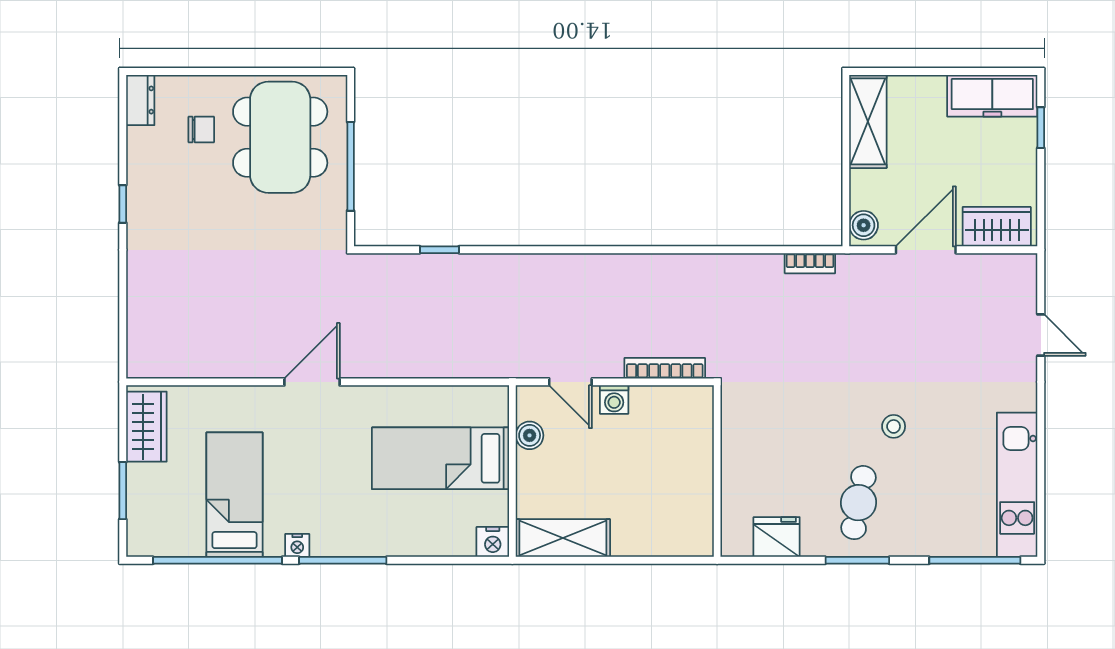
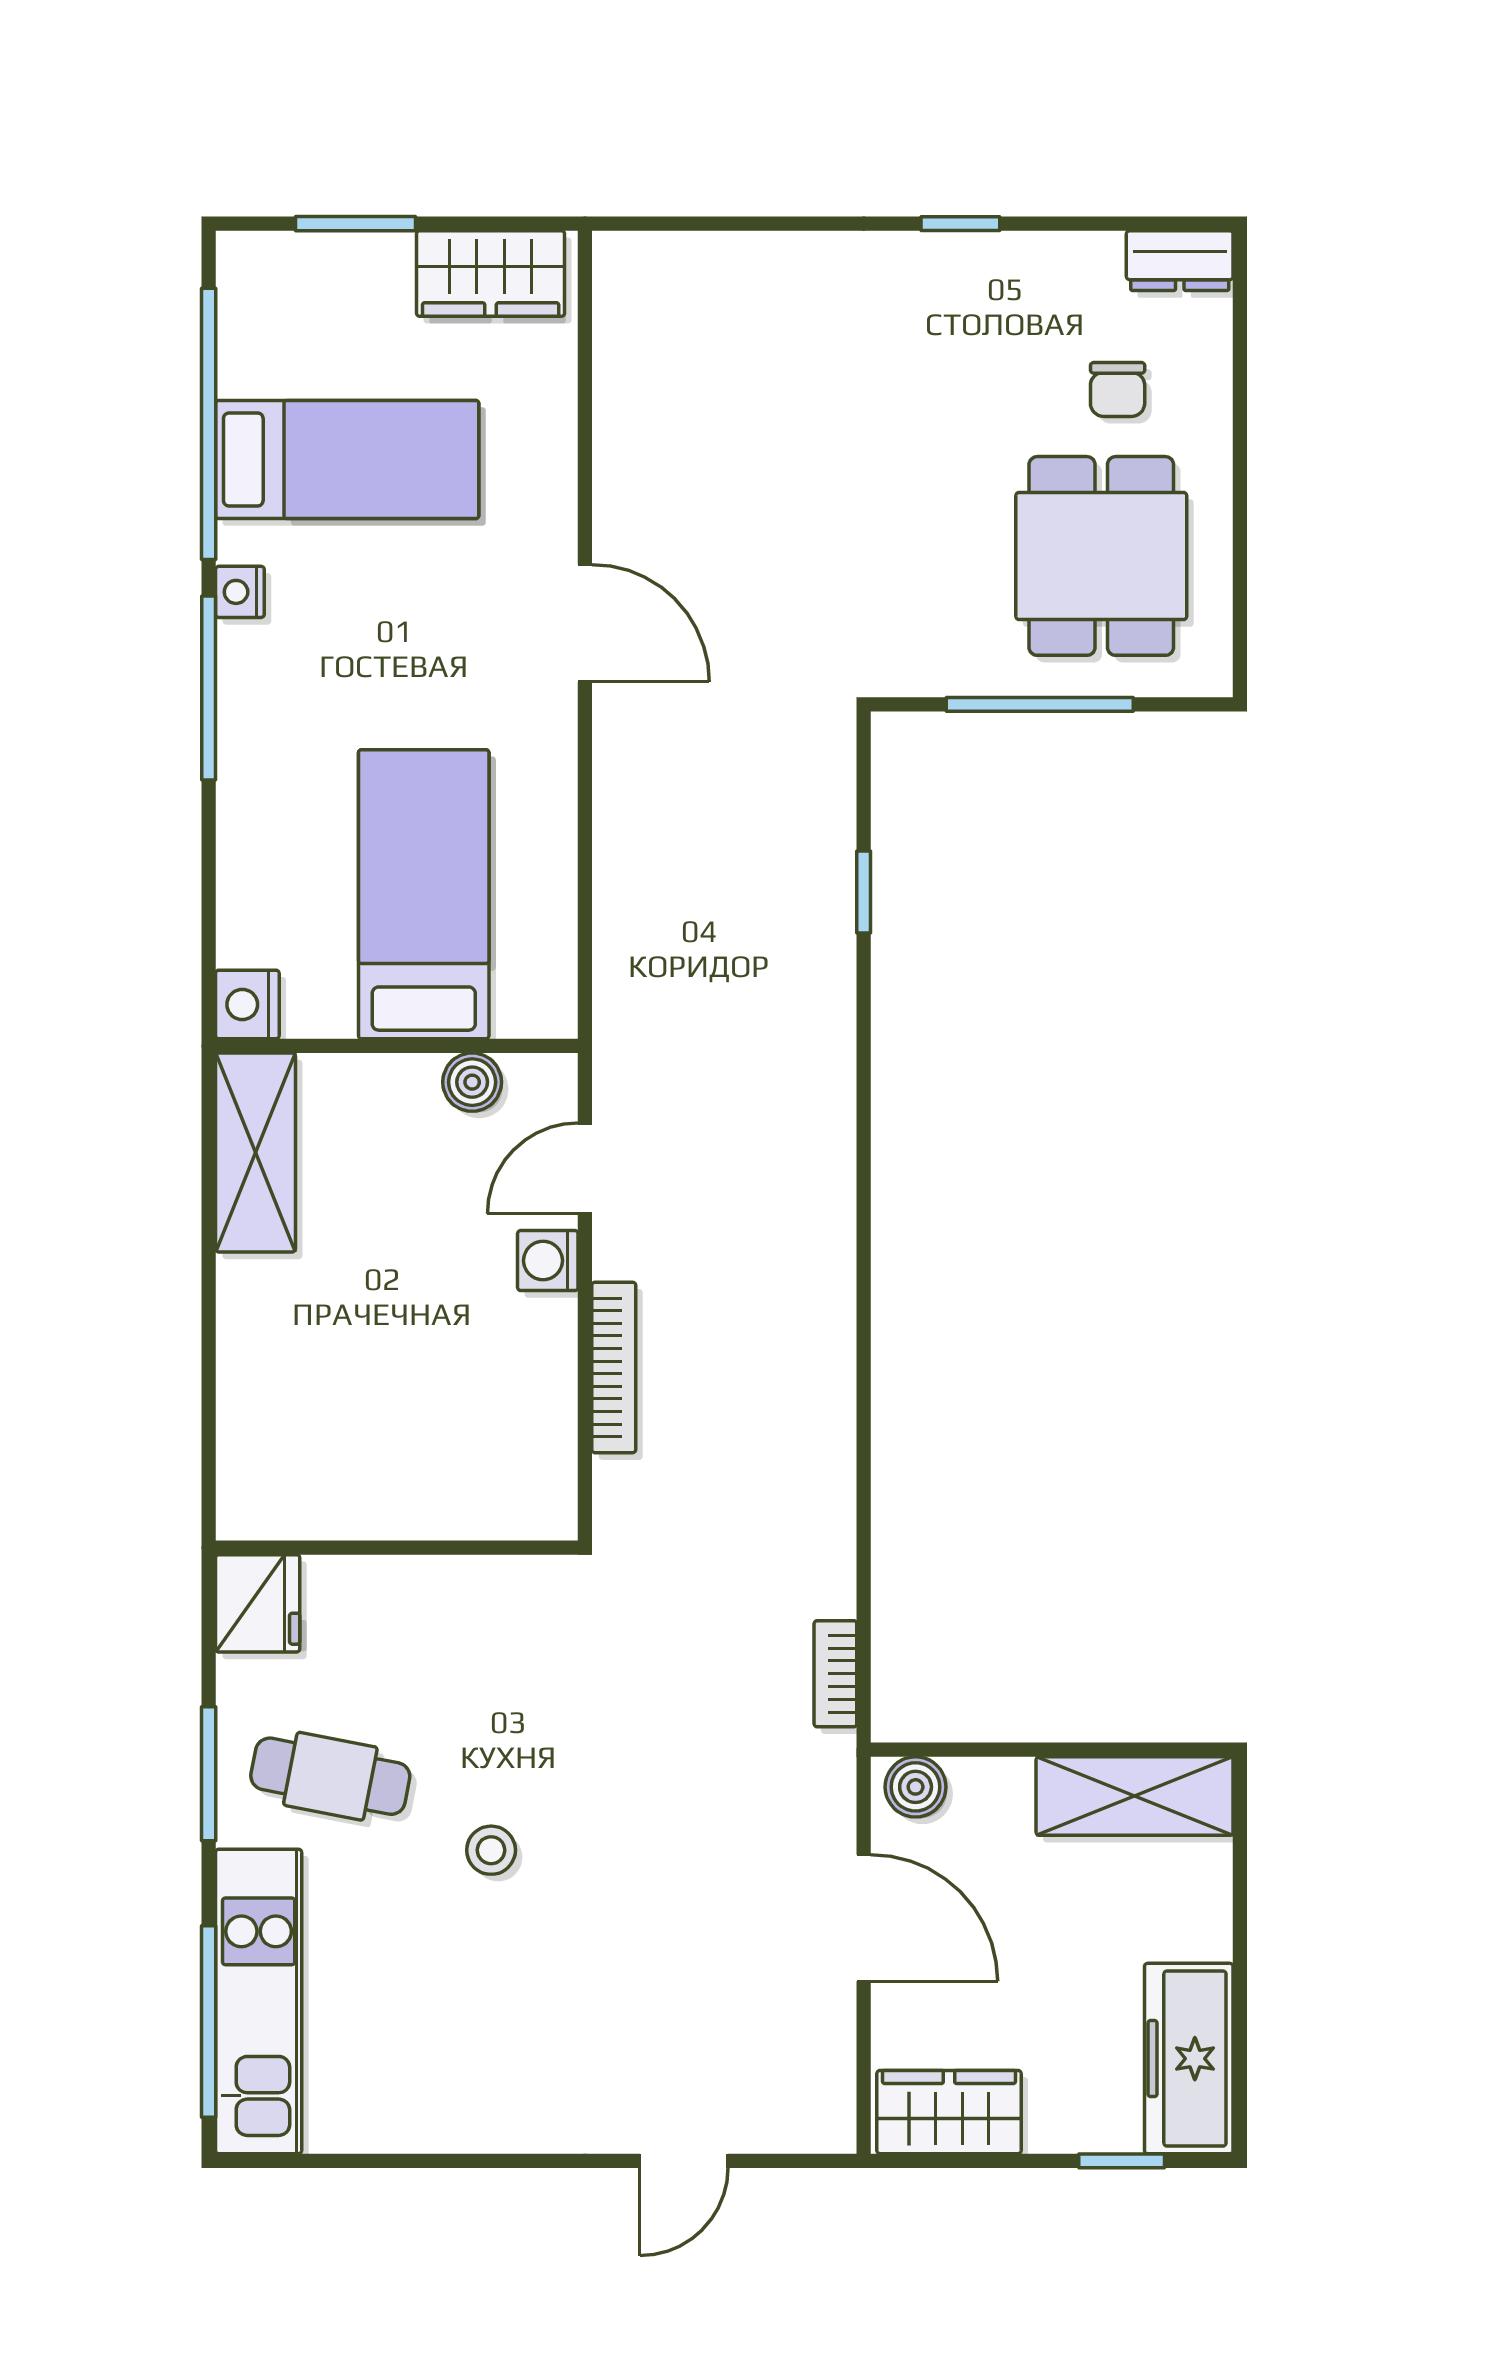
dining table: (280, 137) -> (1101, 556), width x0.73
wardrobe: (997, 227) -> (949, 2112), moved, turned -90
wall: (717, 471) -> (397, 1548), moved
kitchen unit: (1017, 485) -> (259, 2001), moved, turned 90

